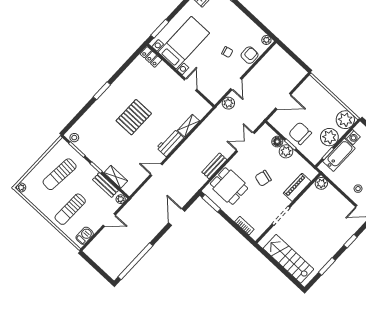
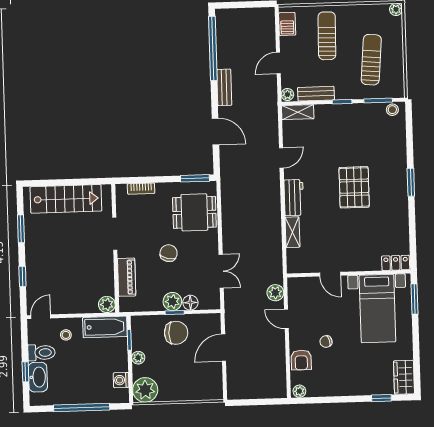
plant: (329, 137) -> (138, 358), width x0.53, depth x0.53
bathtub: (339, 155) -> (105, 327), moved, turned -90
bench: (214, 166) -> (224, 87), moved
shelving: (116, 177) -> (298, 112), moved

